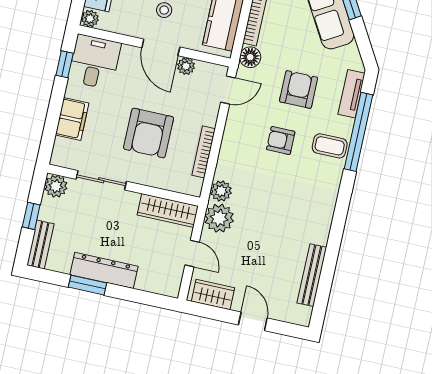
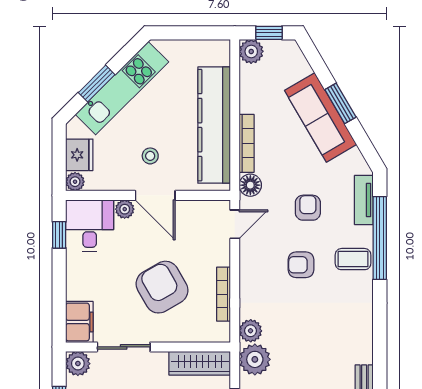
plant: (186, 66) -> (125, 209), moved
armchair: (299, 90) -> (308, 208), width x0.72, depth x0.72
filing cabinet: (72, 119) -> (79, 322), moved
armchair: (149, 133) -> (162, 287), turned 150

